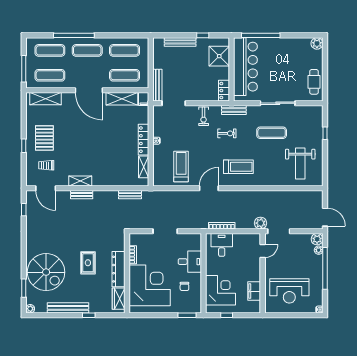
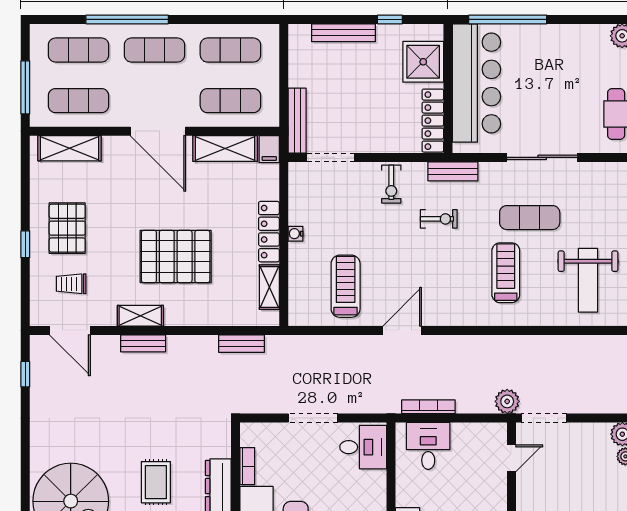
locker: (224, 91) -> (433, 121), width x1.53
pallet: (98, 152) -> (176, 257), added
treadmill: (238, 167) -> (506, 273), moved, turned -90
desk: (190, 262) -> (363, 447), moved

